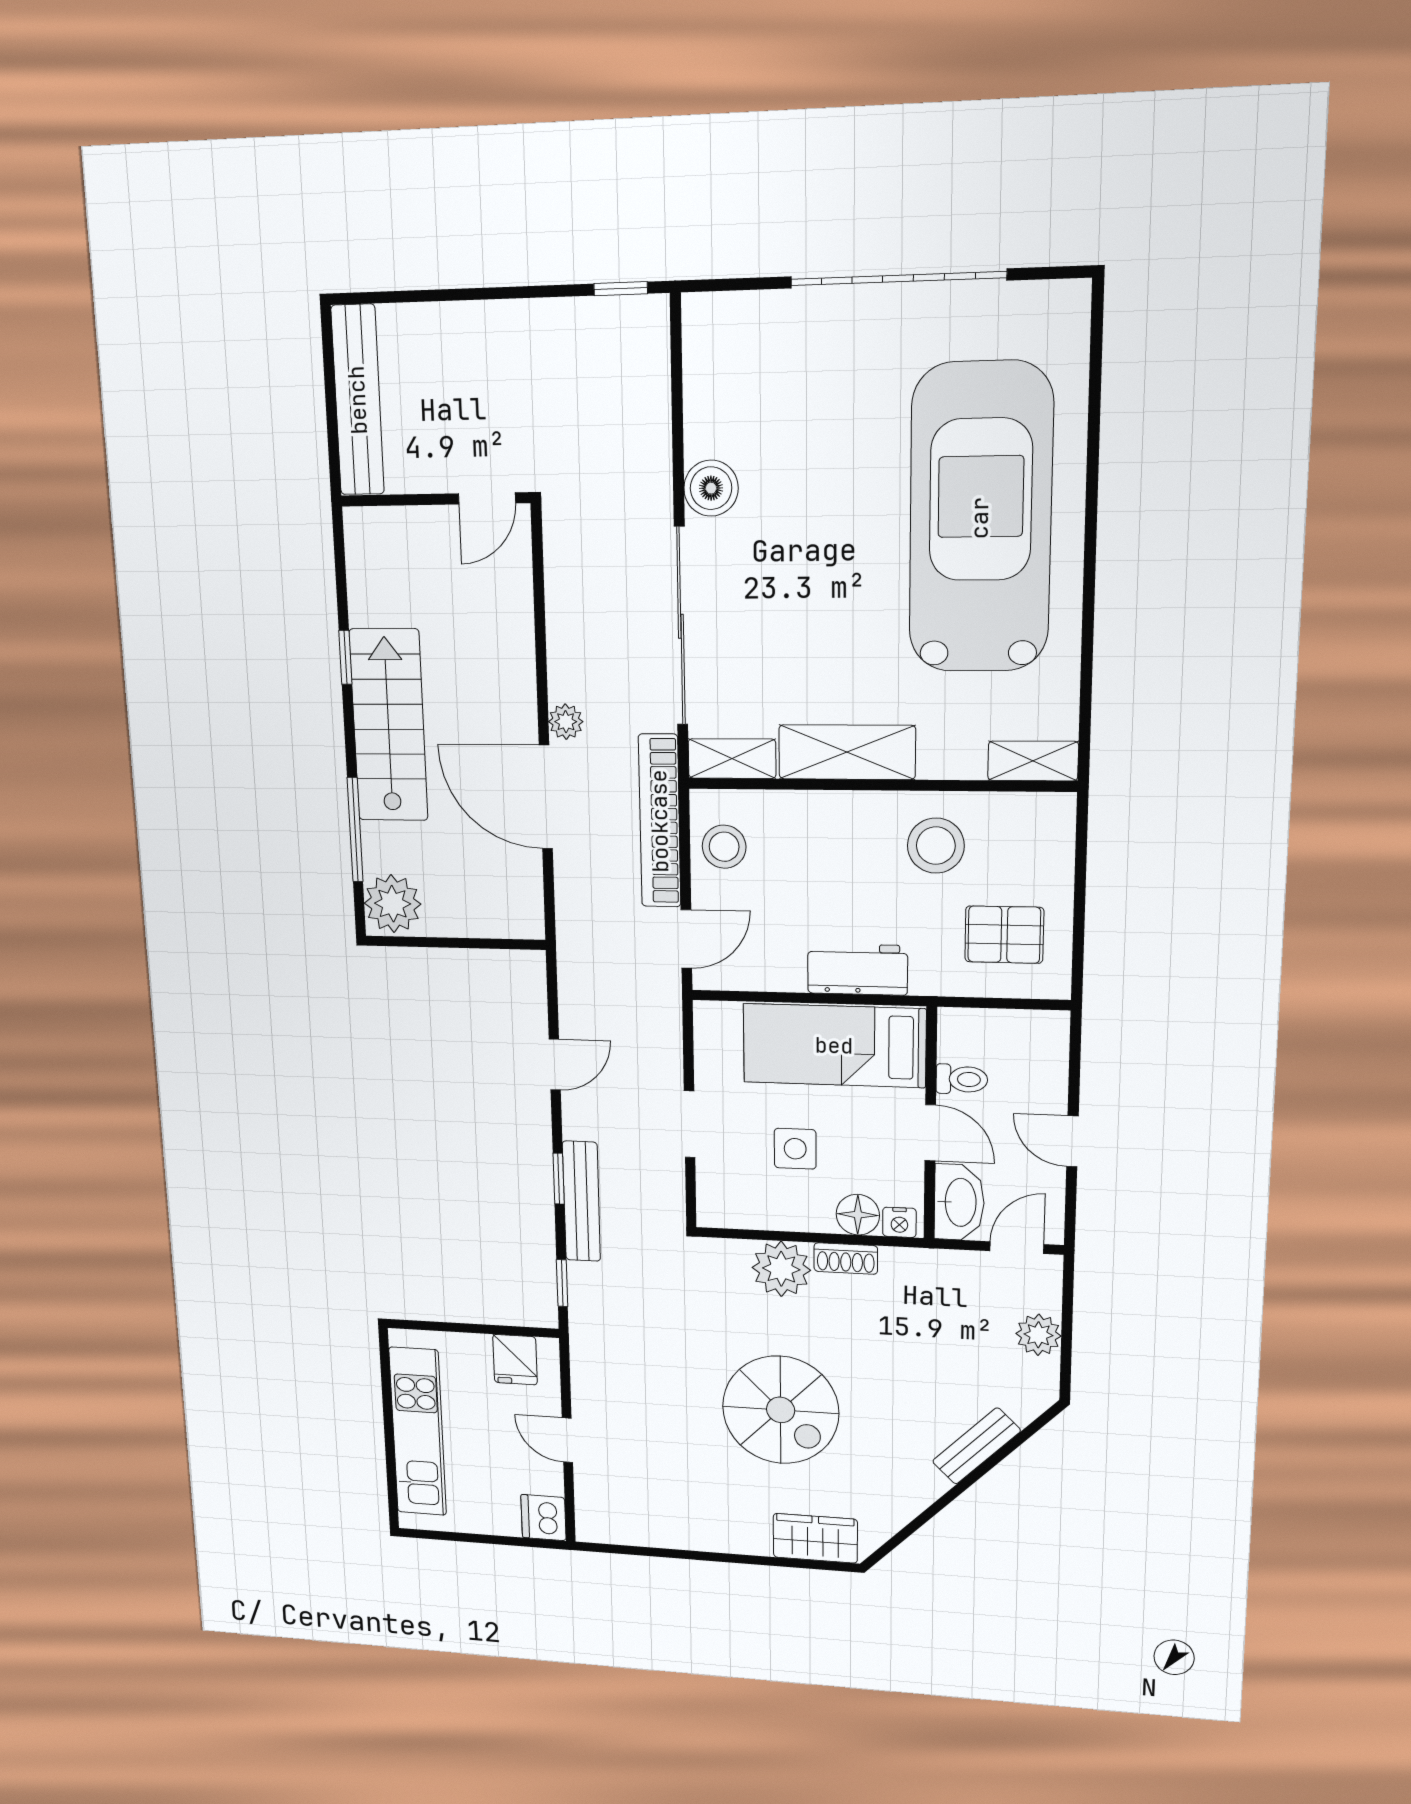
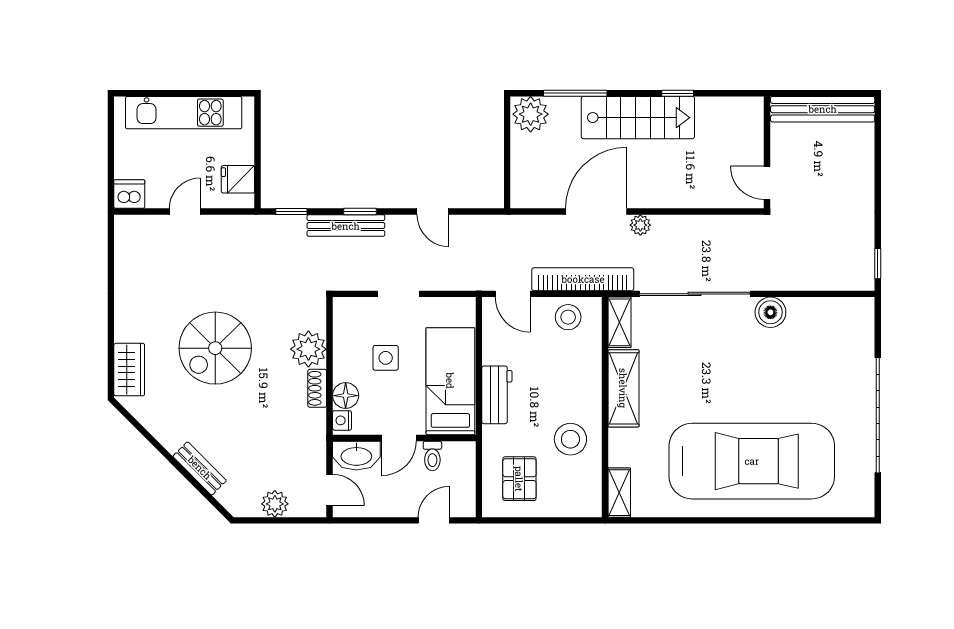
door: (1072, 1141) -> (434, 520), moved

